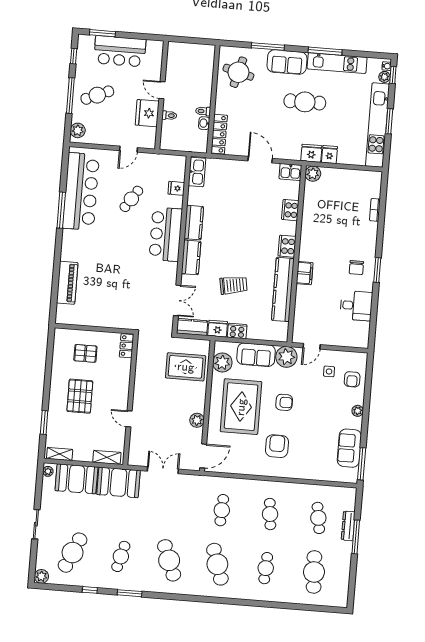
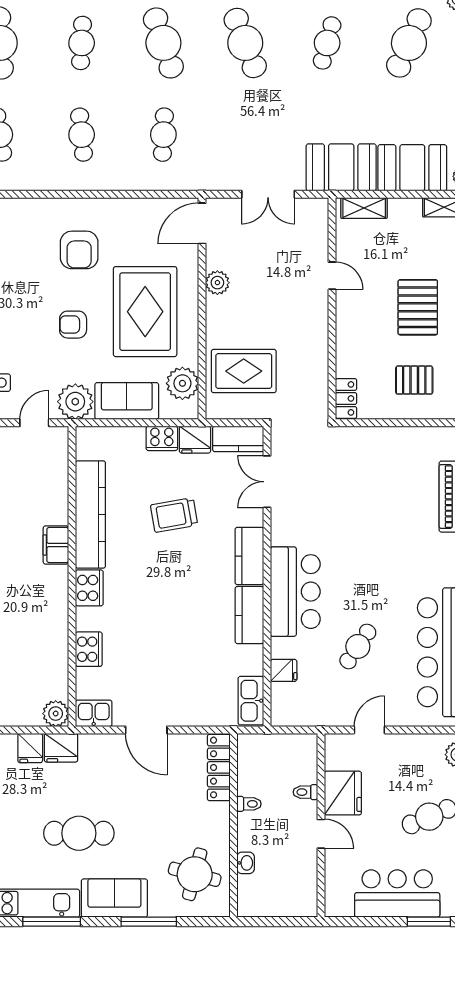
washbasin: (204, 123) -> (246, 863), moved

